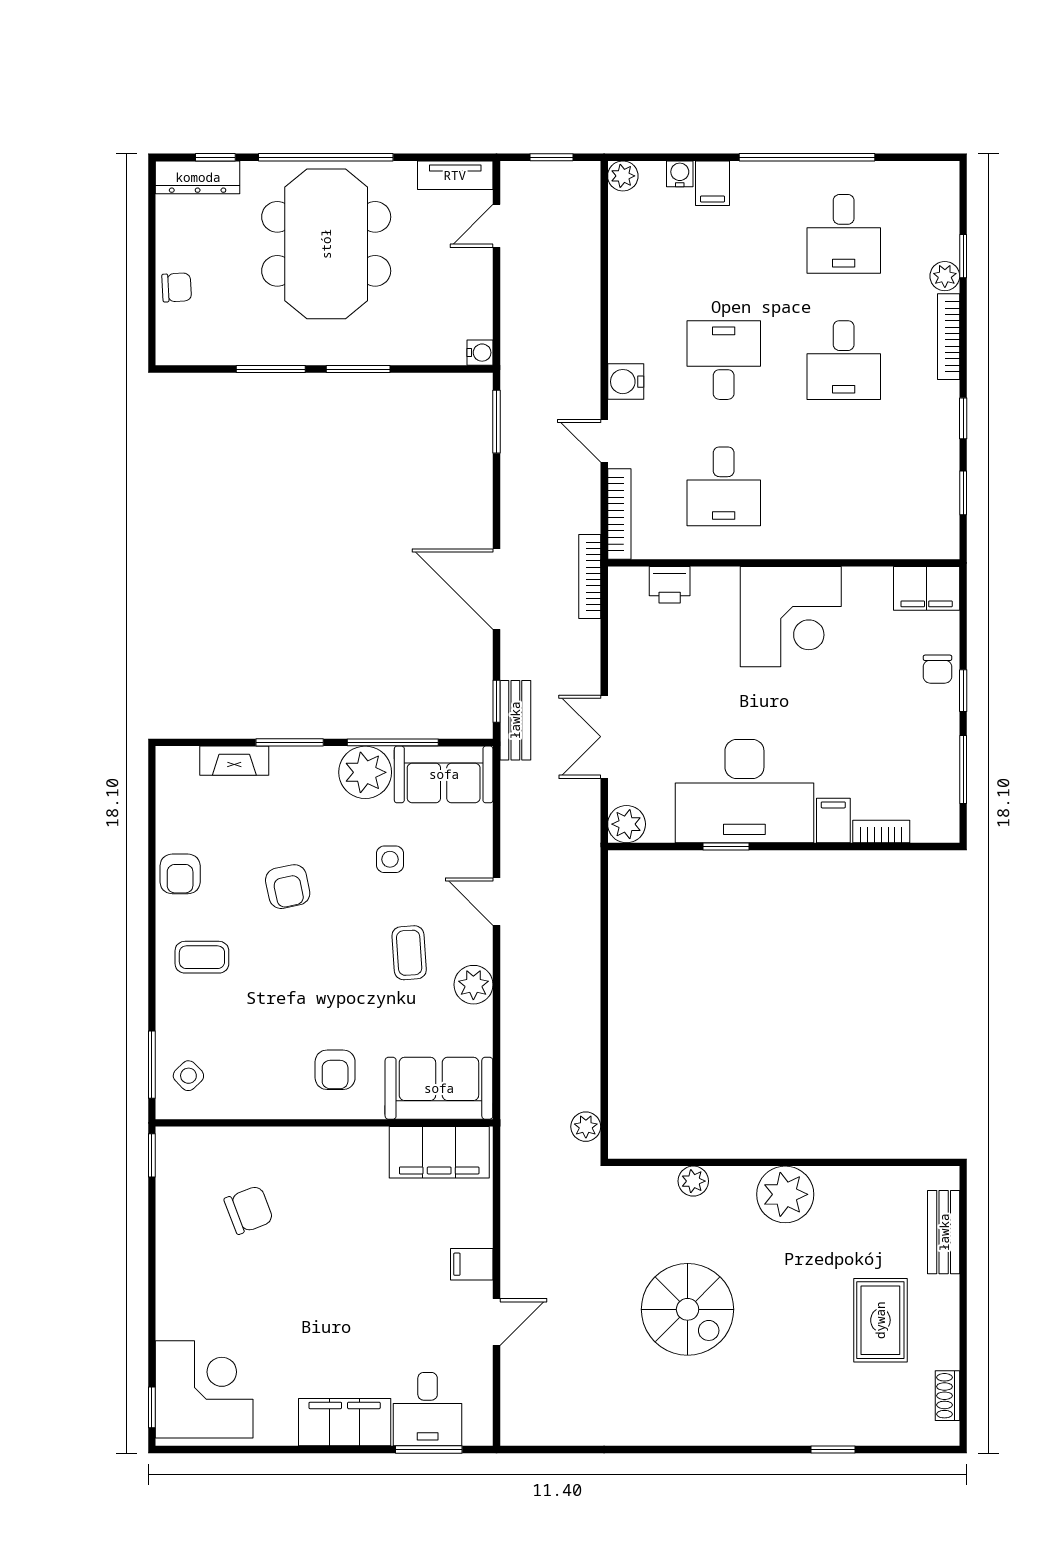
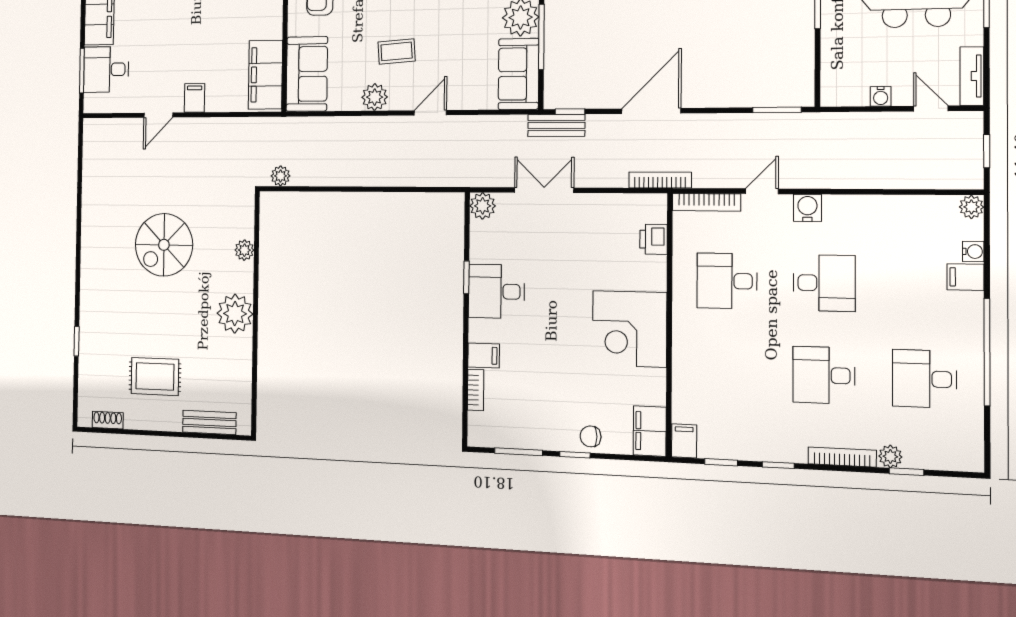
water cooler: (480, 353) -> (881, 96), moved
filing cabinet: (938, 542) -> (684, 441), added
desk: (744, 791) -> (496, 291), width x0.53, depth x0.77
side table: (390, 859) -> (460, 37), removed
door: (496, 1322) -> (158, 115), hinge flipped

